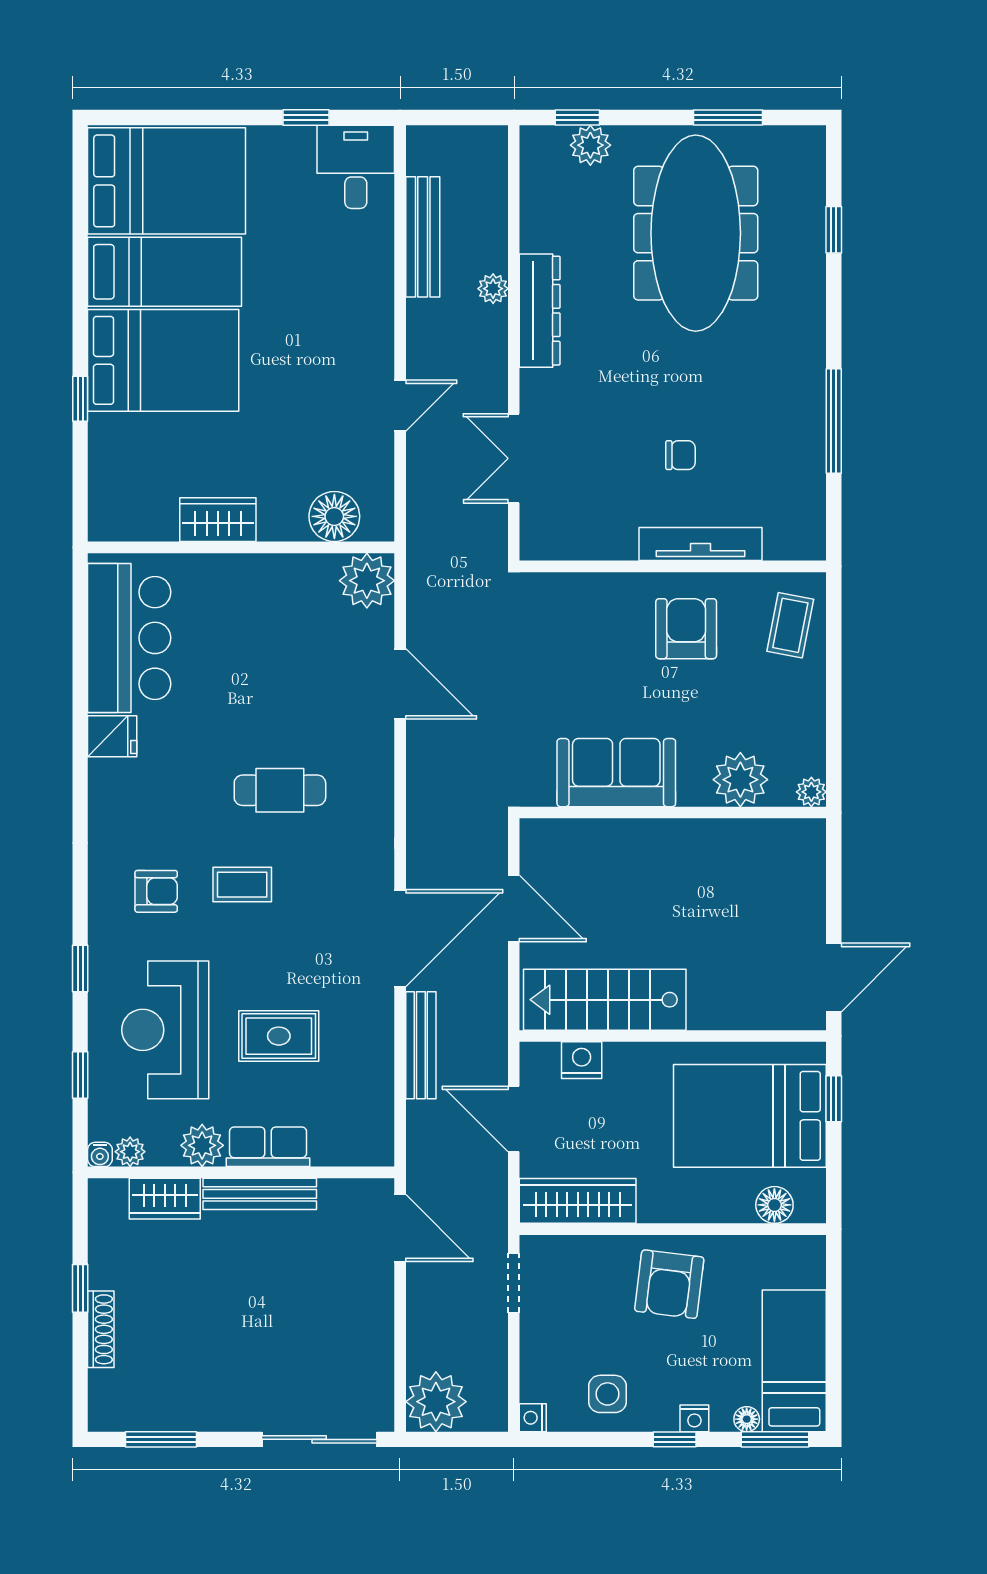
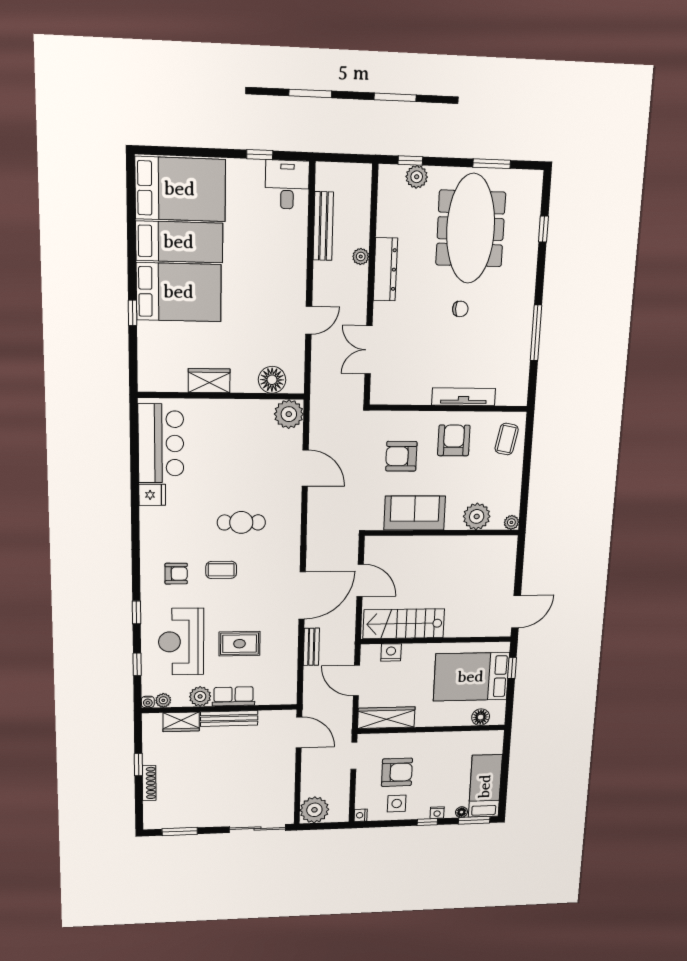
chair: (681, 455) -> (460, 309), moved
armchair: (585, 660) -> (401, 456), added
bench: (421, 1045) -> (311, 647), width x0.73
armchair: (669, 1284) -> (397, 772), moved, turned -97

